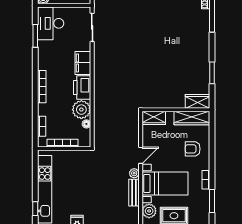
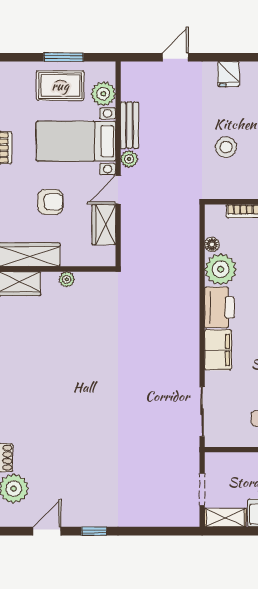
plant: (170, 104) -> (67, 279), added
wardrobe: (154, 118) -> (104, 225), moved, turned -90
armchair: (193, 149) -> (50, 202), moved
stool: (78, 180) -> (226, 147), added

